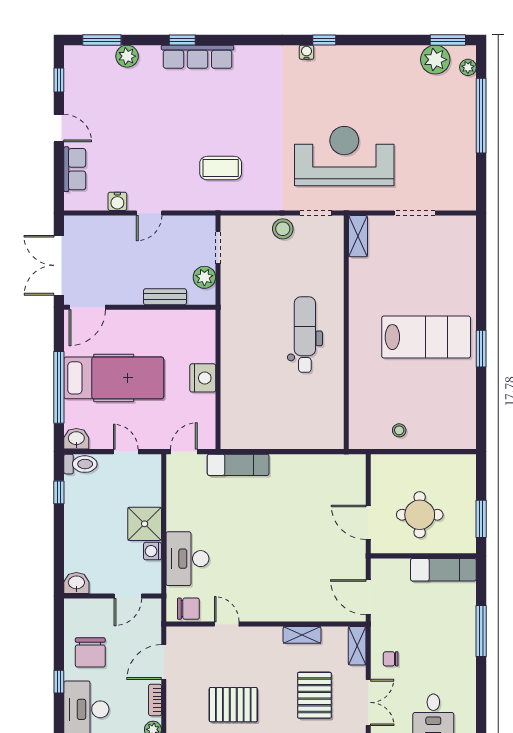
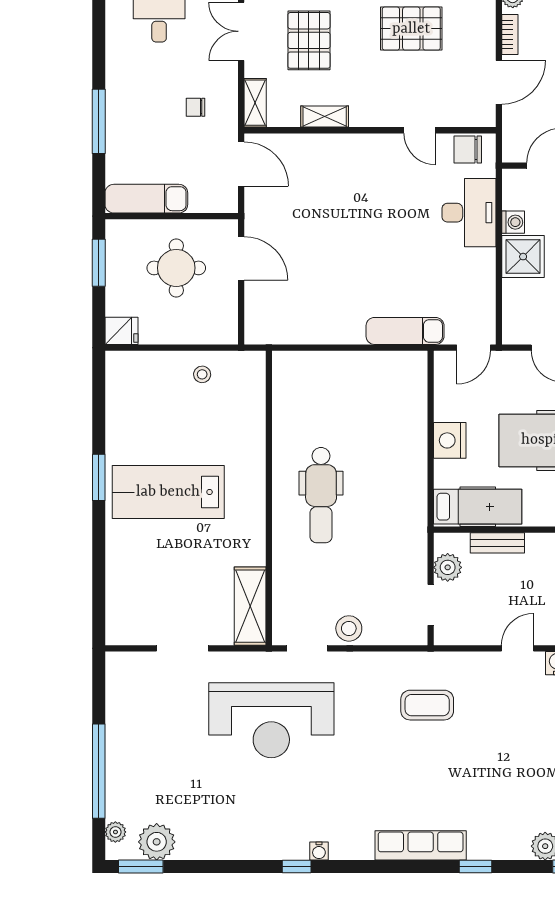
row of seats: (198, 57) -> (421, 845), moved
shelving: (358, 236) -> (250, 606), width x1.50, depth x1.33
hospital bed: (181, 325) -> (478, 507), added
fridge: (463, 465) -> (121, 331), added
chair: (391, 659) -> (196, 107), moved, turned 180

